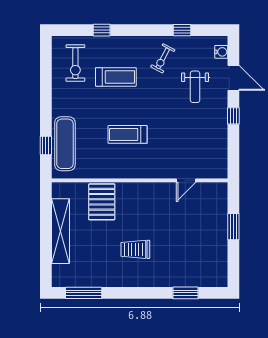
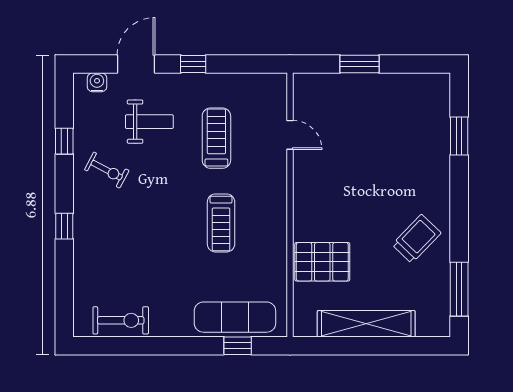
window: (102, 30) -> (64, 226), moved
exercise bike: (75, 63) -> (121, 320), moved
treadmill: (116, 77) -> (216, 138), moved
trolley: (135, 249) -> (417, 239), moved, turned -136

